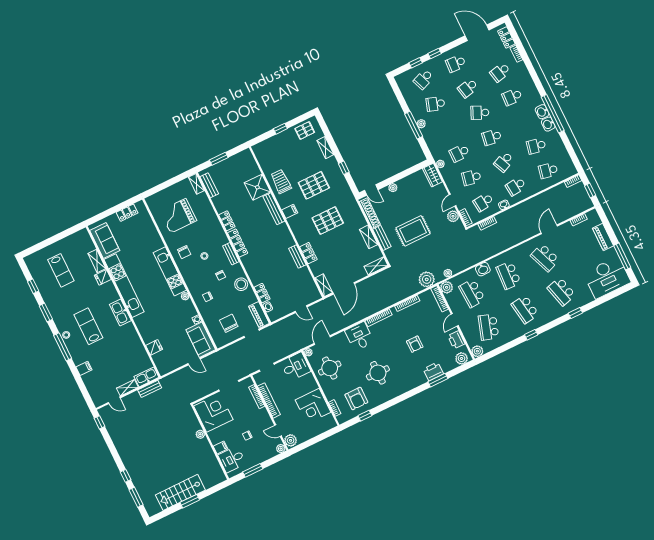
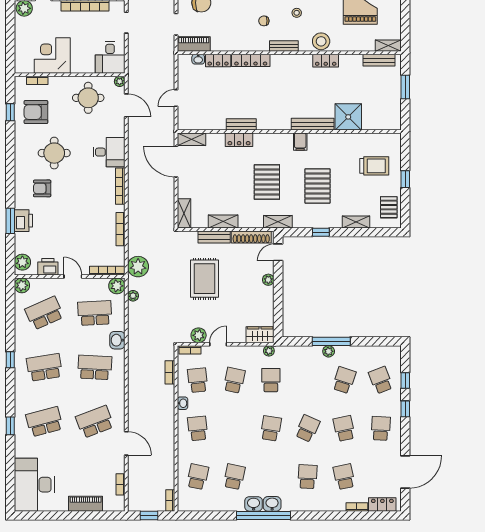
school desk: (504, 162) -> (234, 428), removed
trolley: (281, 182) -> (374, 166), moved
shelving: (351, 200) -> (278, 222), added
door: (453, 200) -> (218, 344), hinge flipped
locker: (238, 243) -> (251, 60), moved
window: (622, 256) -> (51, 515), removed
stool: (241, 284) -> (321, 41), moved
school desk: (489, 327) -> (44, 313), turned -42
armchair: (415, 344) -> (42, 188), moved

